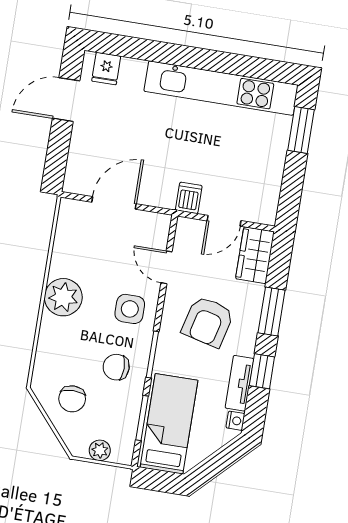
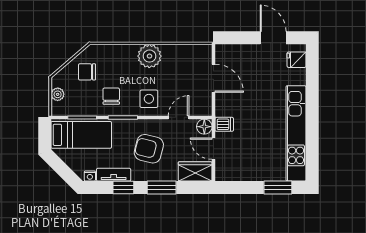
floor lamp: (187, 230) -> (204, 127), added

